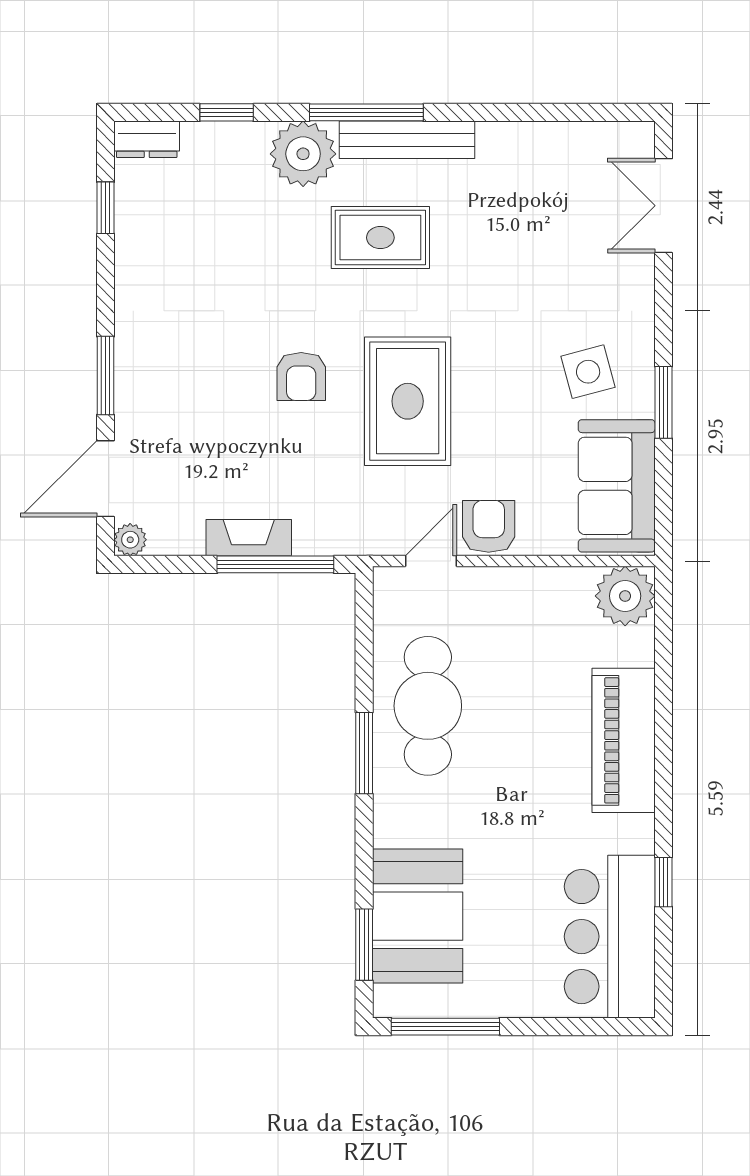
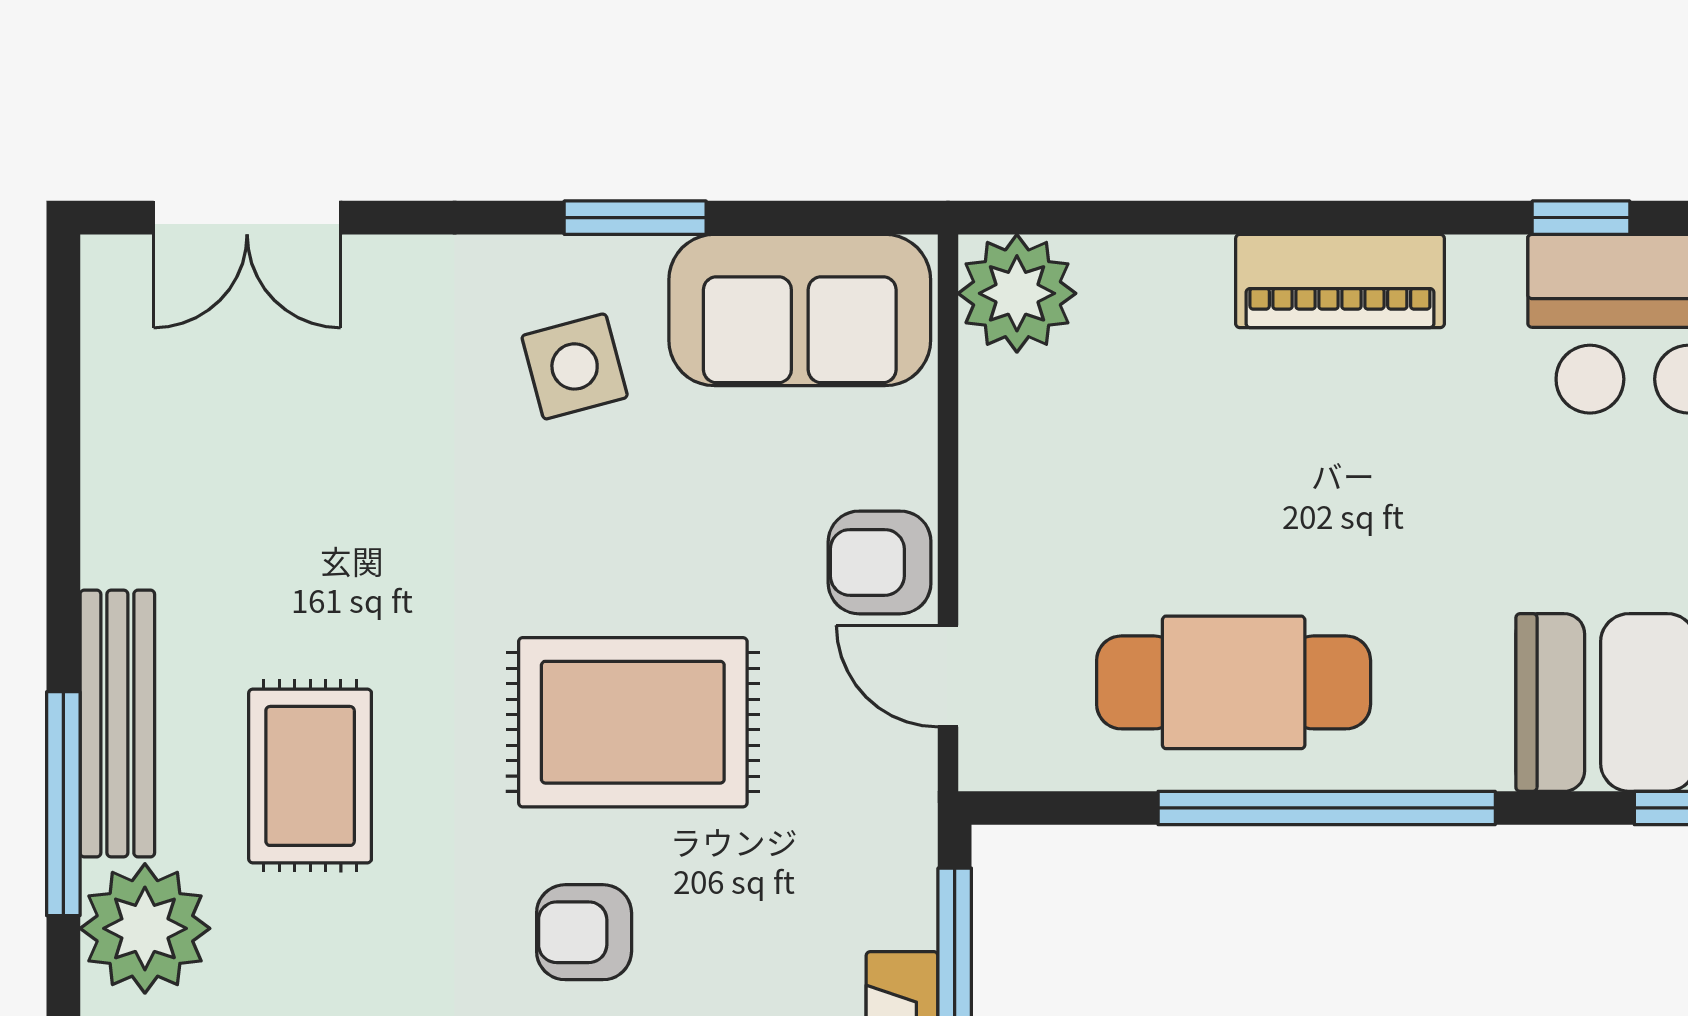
armchair: (301, 376) -> (584, 932), turned 180
piano: (624, 740) -> (1340, 281), width x0.73, depth x0.75
window: (364, 753) -> (1327, 808), width x2.11

